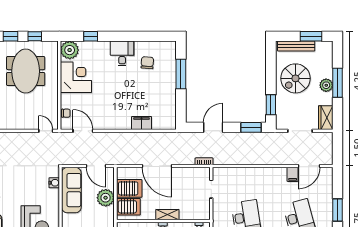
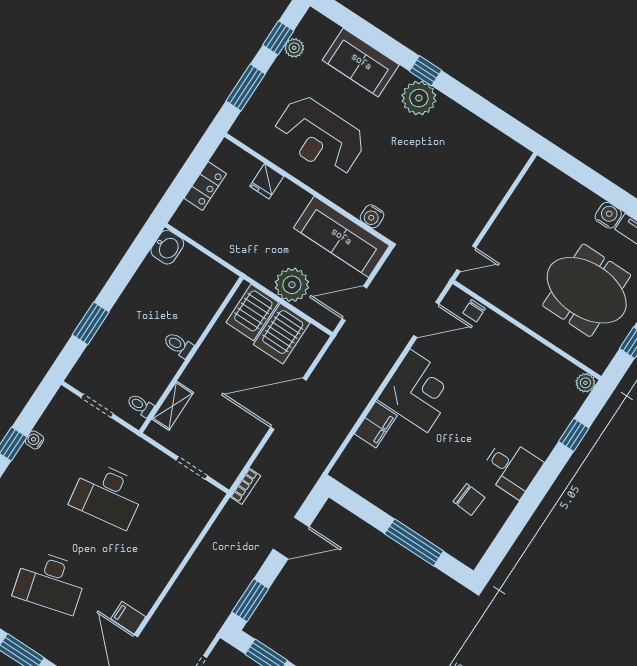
plant: (70, 50) -> (585, 383), width x0.53, depth x0.53
corner desk: (76, 77) -> (419, 391), moved, turned -90
door: (213, 127) -> (291, 538), hinge flipped
shelving: (167, 215) -> (173, 406), moved

